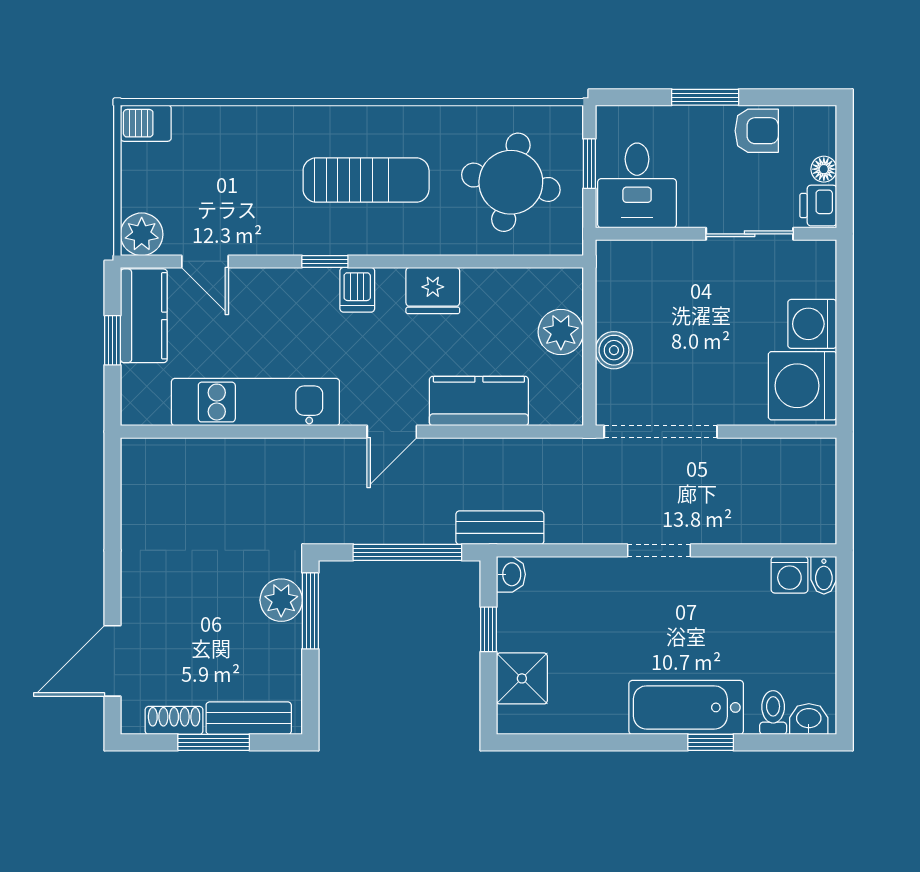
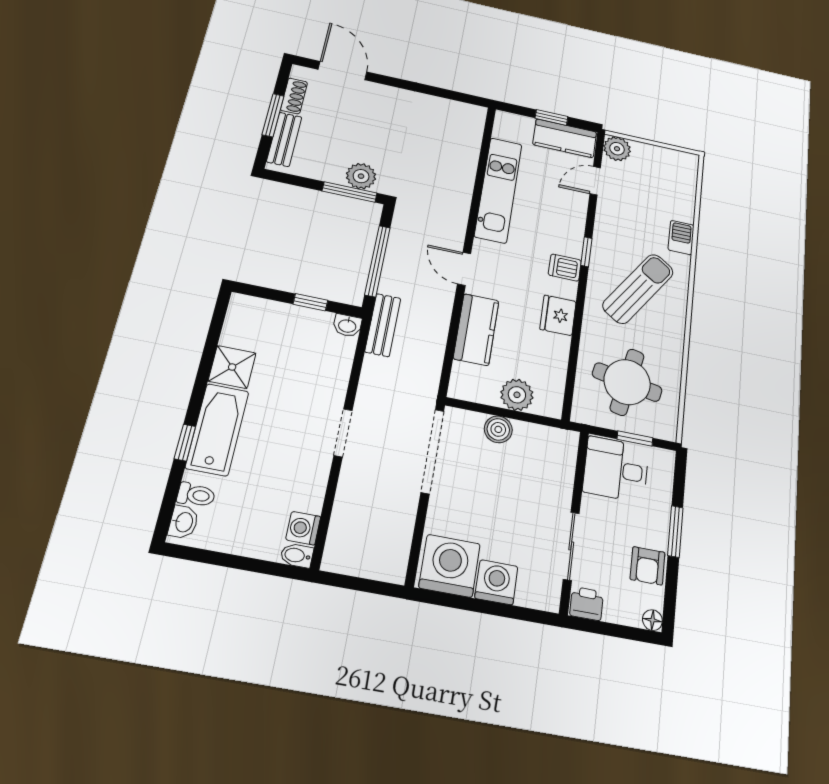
barbecue: (146, 123) -> (681, 238), moved
floor lamp: (824, 169) -> (652, 620), moved
sun lounger: (366, 180) -> (638, 289), turned -146
shower: (522, 678) -> (232, 367), moved

